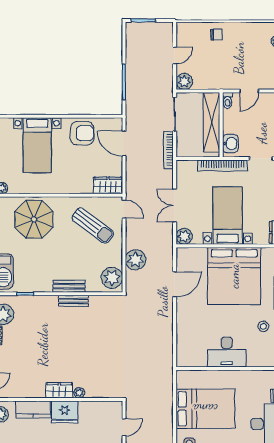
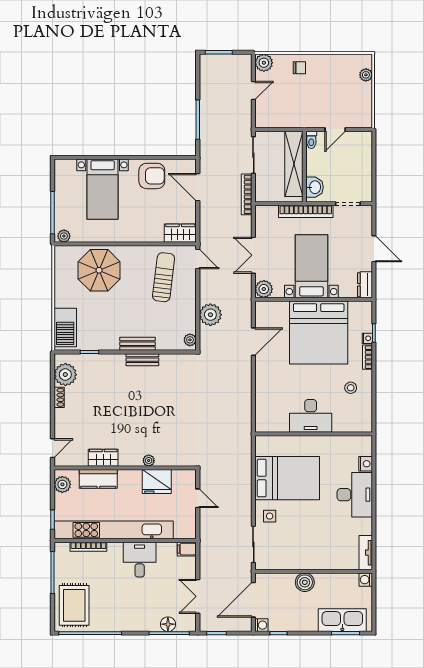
plant: (184, 81) -> (264, 63), moved
sun lounger: (93, 226) -> (164, 277), turned -120
plant: (112, 278) -> (190, 340), width x0.53, depth x0.53
wardrobe: (59, 390) -> (103, 458), moved
fridge: (65, 412) -> (157, 482), moved
door: (124, 427) -> (198, 498), hinge flipped

